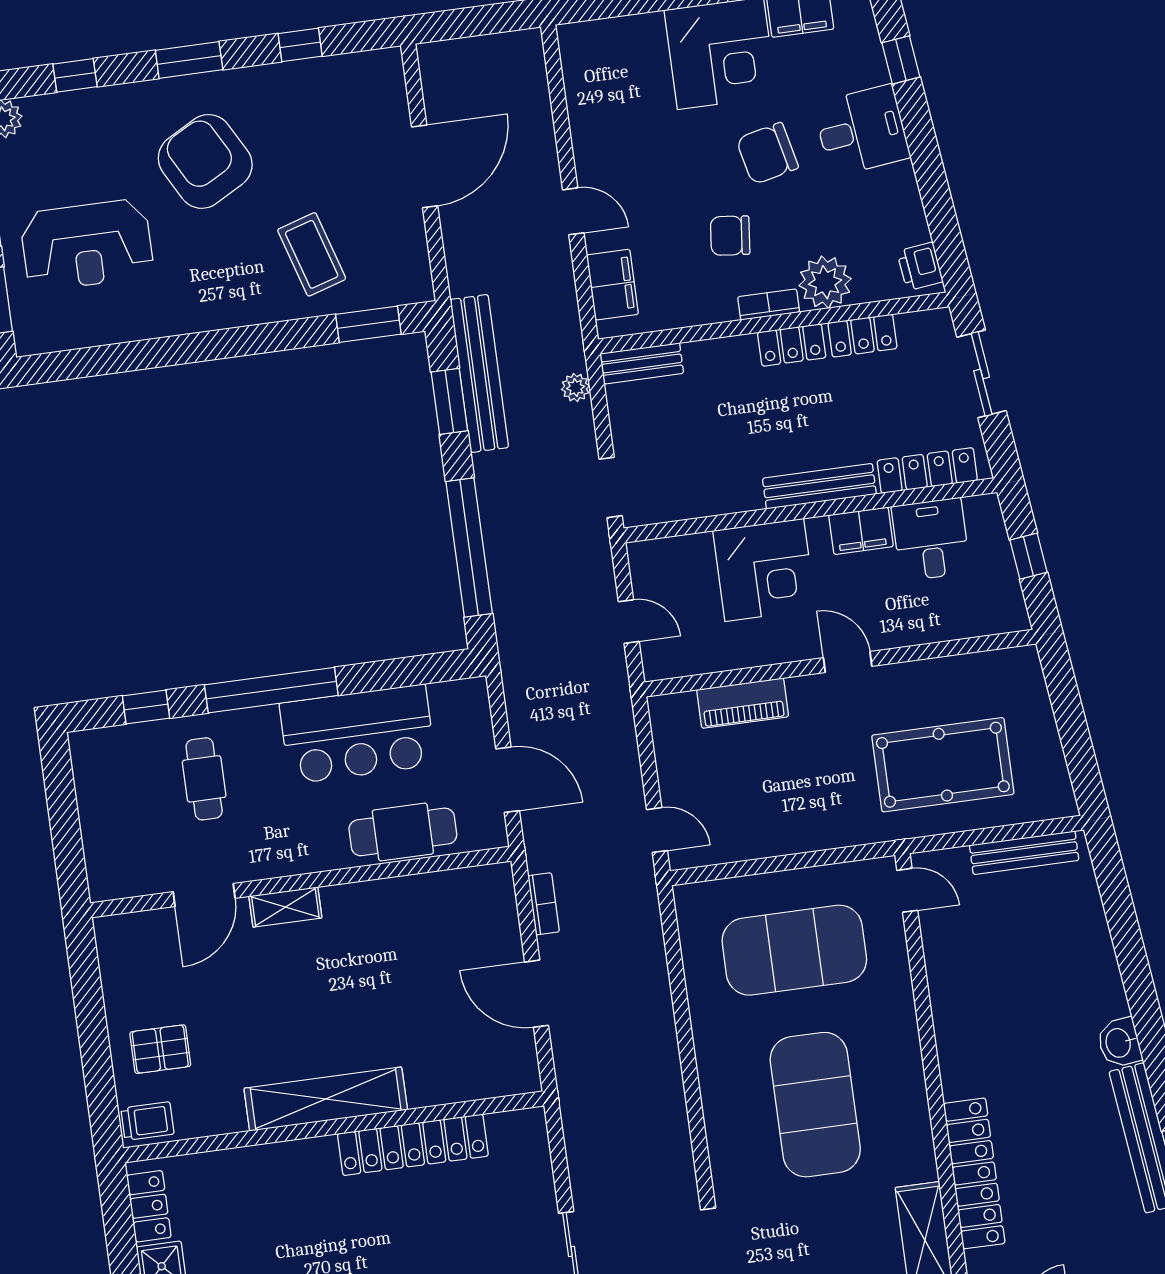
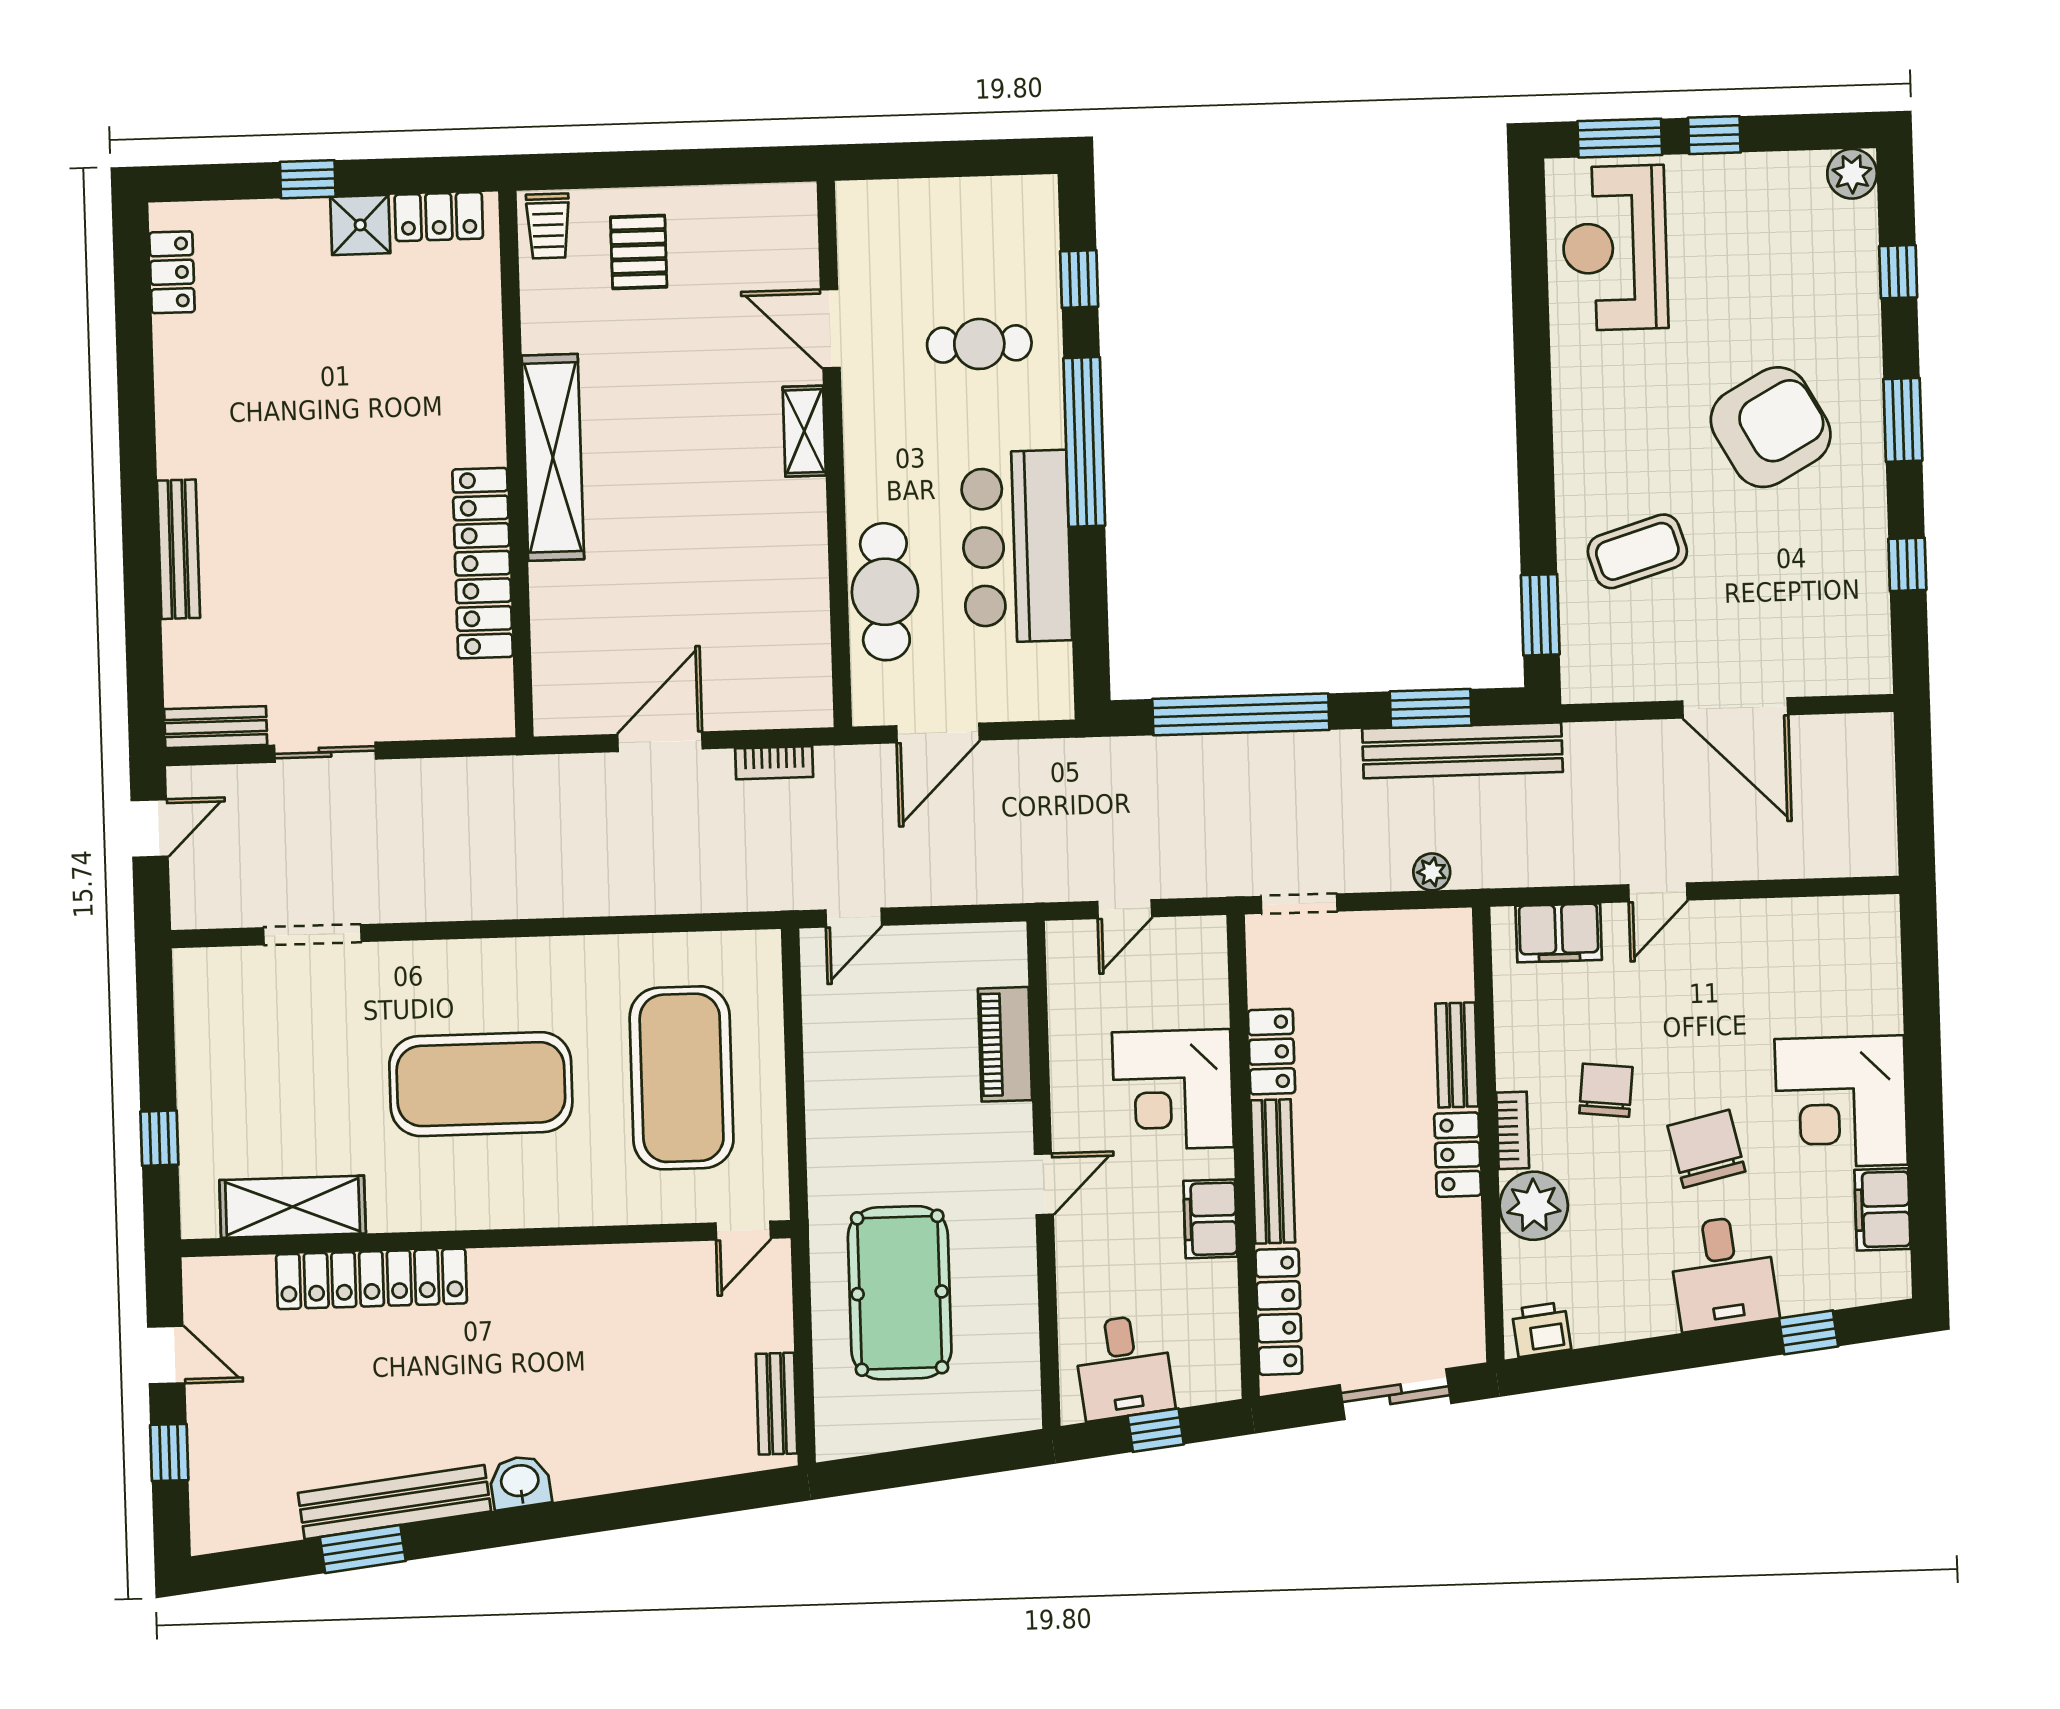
reception desk: (87, 245) -> (1615, 248), moved
locker: (862, 336) -> (1272, 1052), moved, turned 180
bench: (642, 363) -> (1457, 1055), moved
desk: (931, 540) -> (1124, 1367), moved, turned 83
bench: (1024, 853) -> (777, 1404), width x0.73

